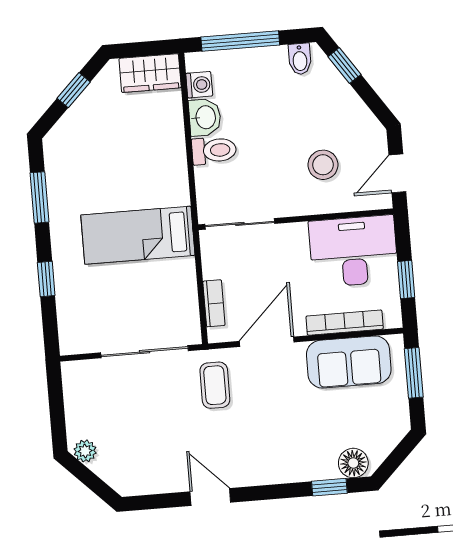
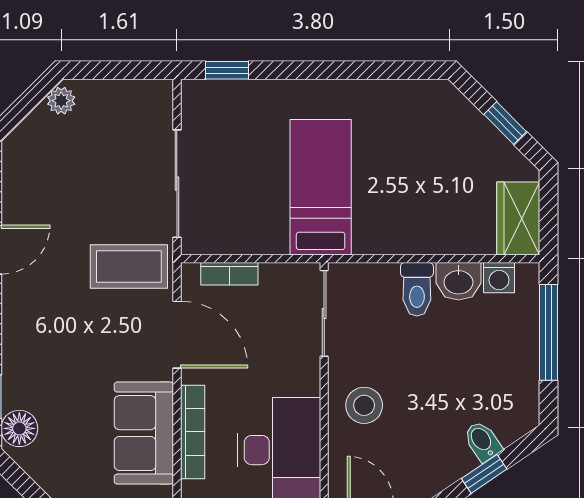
bidet: (300, 59) -> (482, 441), moved, turned 56
window: (344, 66) -> (484, 474), moved
stool: (323, 165) -> (364, 405), moved
window: (39, 197) -> (377, 70), removed
window: (46, 279) -> (227, 70), moved
coffee table: (215, 385) -> (129, 266), width x1.36, depth x1.30

